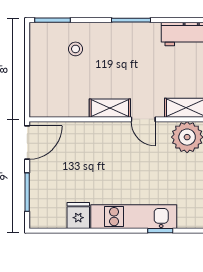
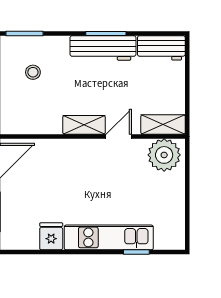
workbench: (128, 34) -> (103, 48), added
stool: (76, 49) -> (33, 72), moved
door: (143, 119) -> (119, 137), swing flipped

